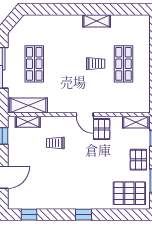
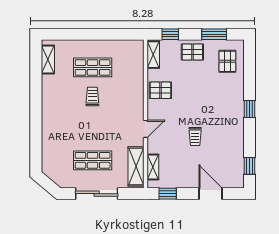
shelving: (97, 21) -> (48, 59), moved
door: (85, 115) -> (145, 129), moved
trolley: (55, 143) -> (195, 136), moved
pallet: (129, 193) -> (227, 61), width x0.67, depth x0.71

